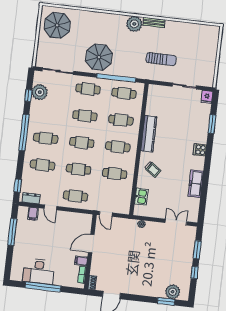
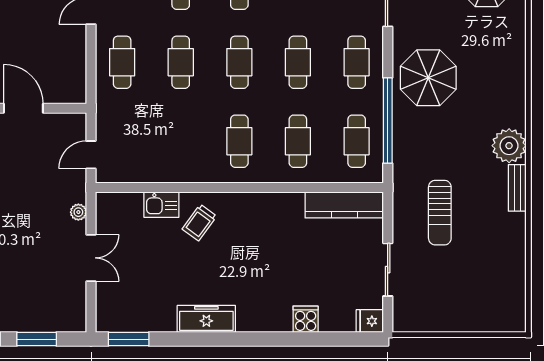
window: (212, 124) -> (129, 339), moved
kitchen counter: (149, 134) -> (344, 205), moved
cooker: (200, 150) -> (306, 319), moved
cafe table: (115, 174) -> (181, 141), removed
freezer: (196, 184) -> (206, 319), moved
kitchen sink: (141, 197) -> (161, 205), moved
door: (106, 214) -> (91, 155), moved
double door: (176, 222) -> (91, 258), moved

